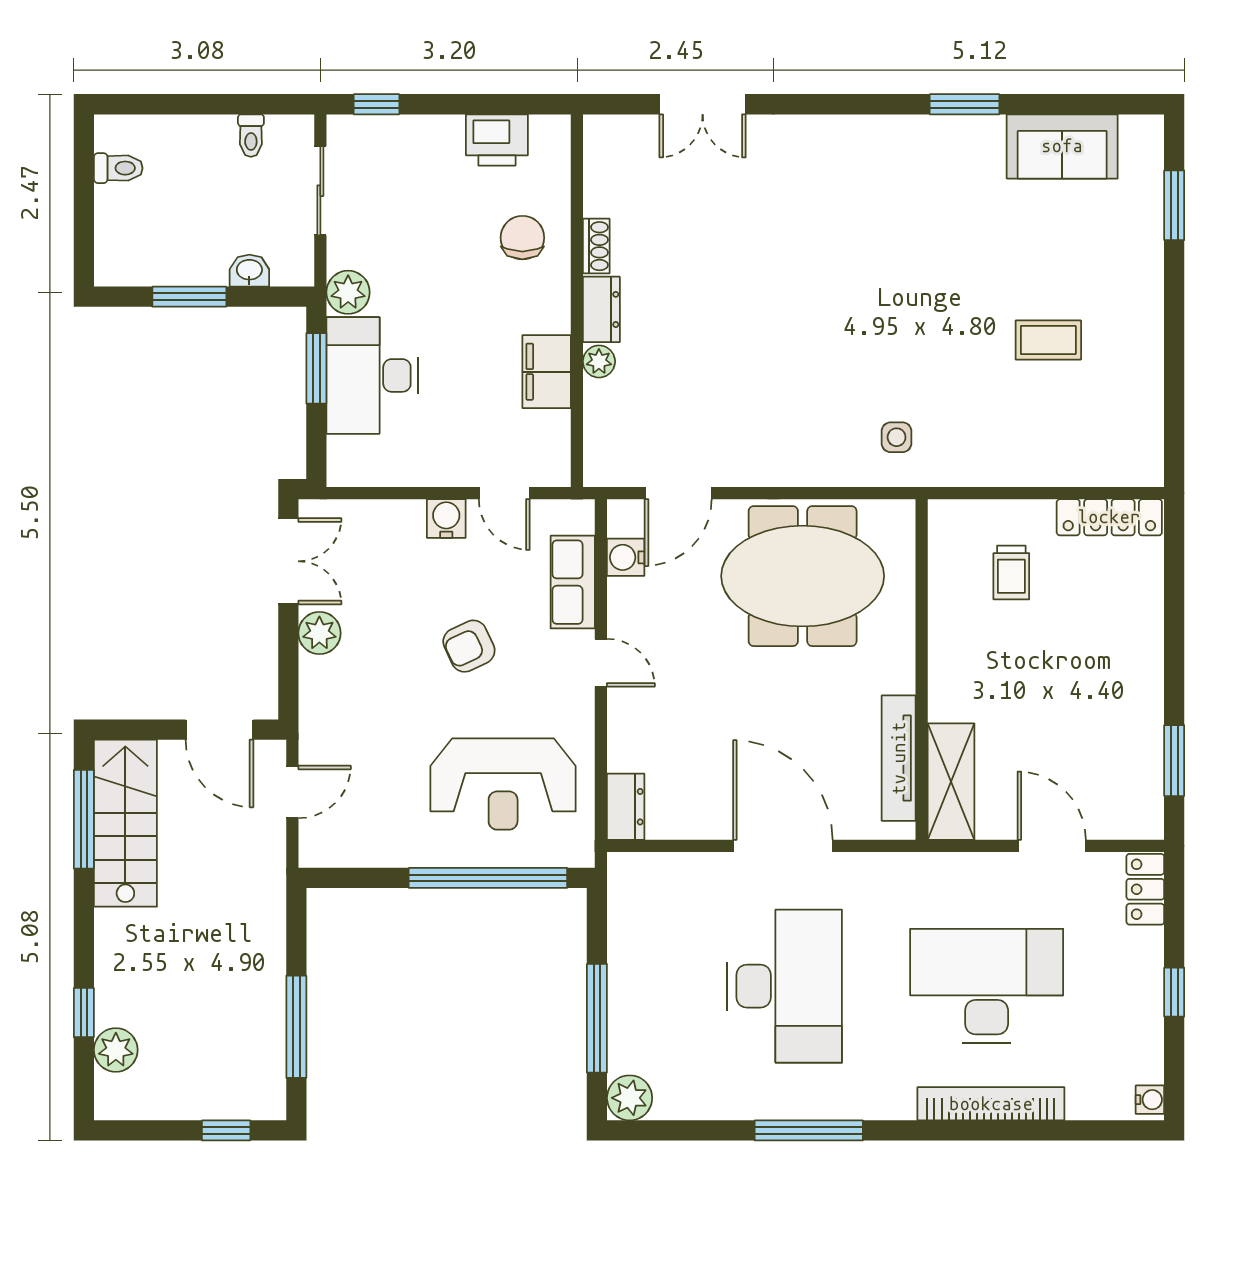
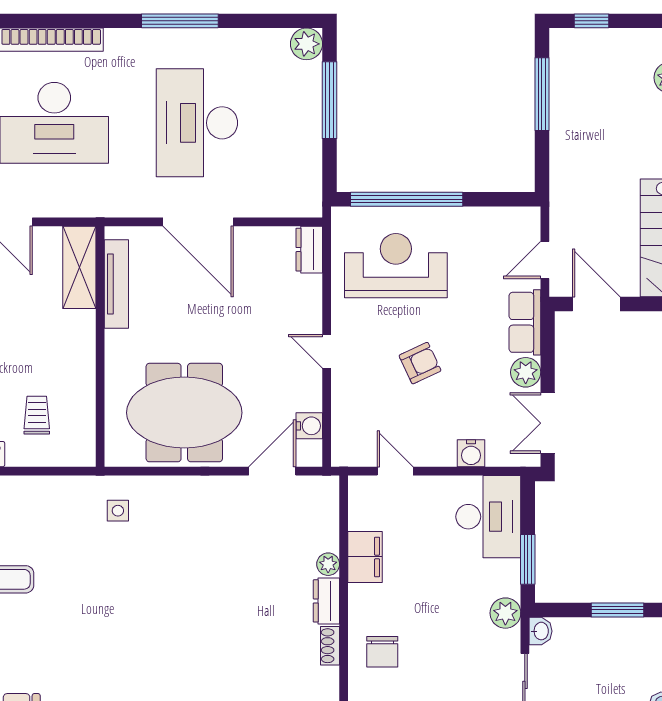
washbasin: (249, 271) -> (541, 631), moved, turned -90
desk: (372, 375) -> (488, 517), moved
water cooler: (446, 518) -> (471, 453), moved
row of seats: (573, 582) -> (525, 322), moved, turned 180

